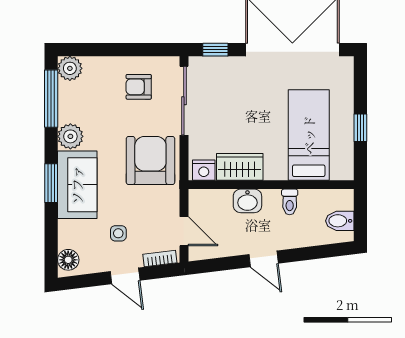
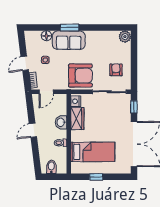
window: (51, 99) -> (110, 28), removed
plant: (70, 136) -> (92, 37), removed
floor lamp: (68, 260) -> (46, 36), moved

